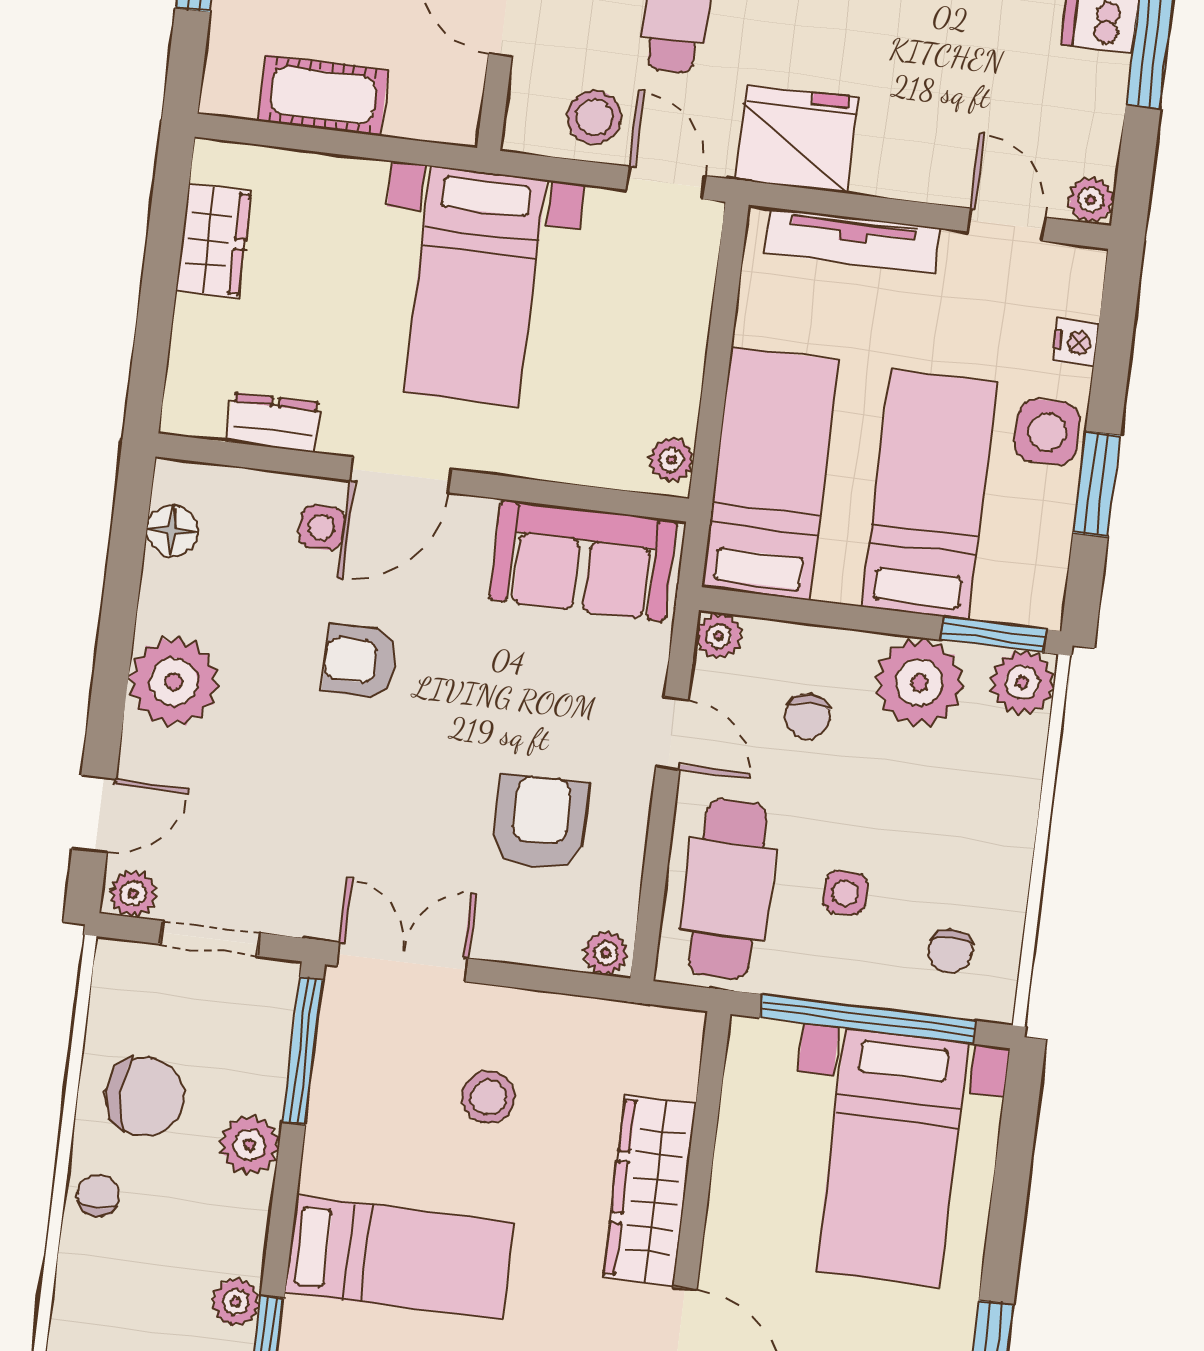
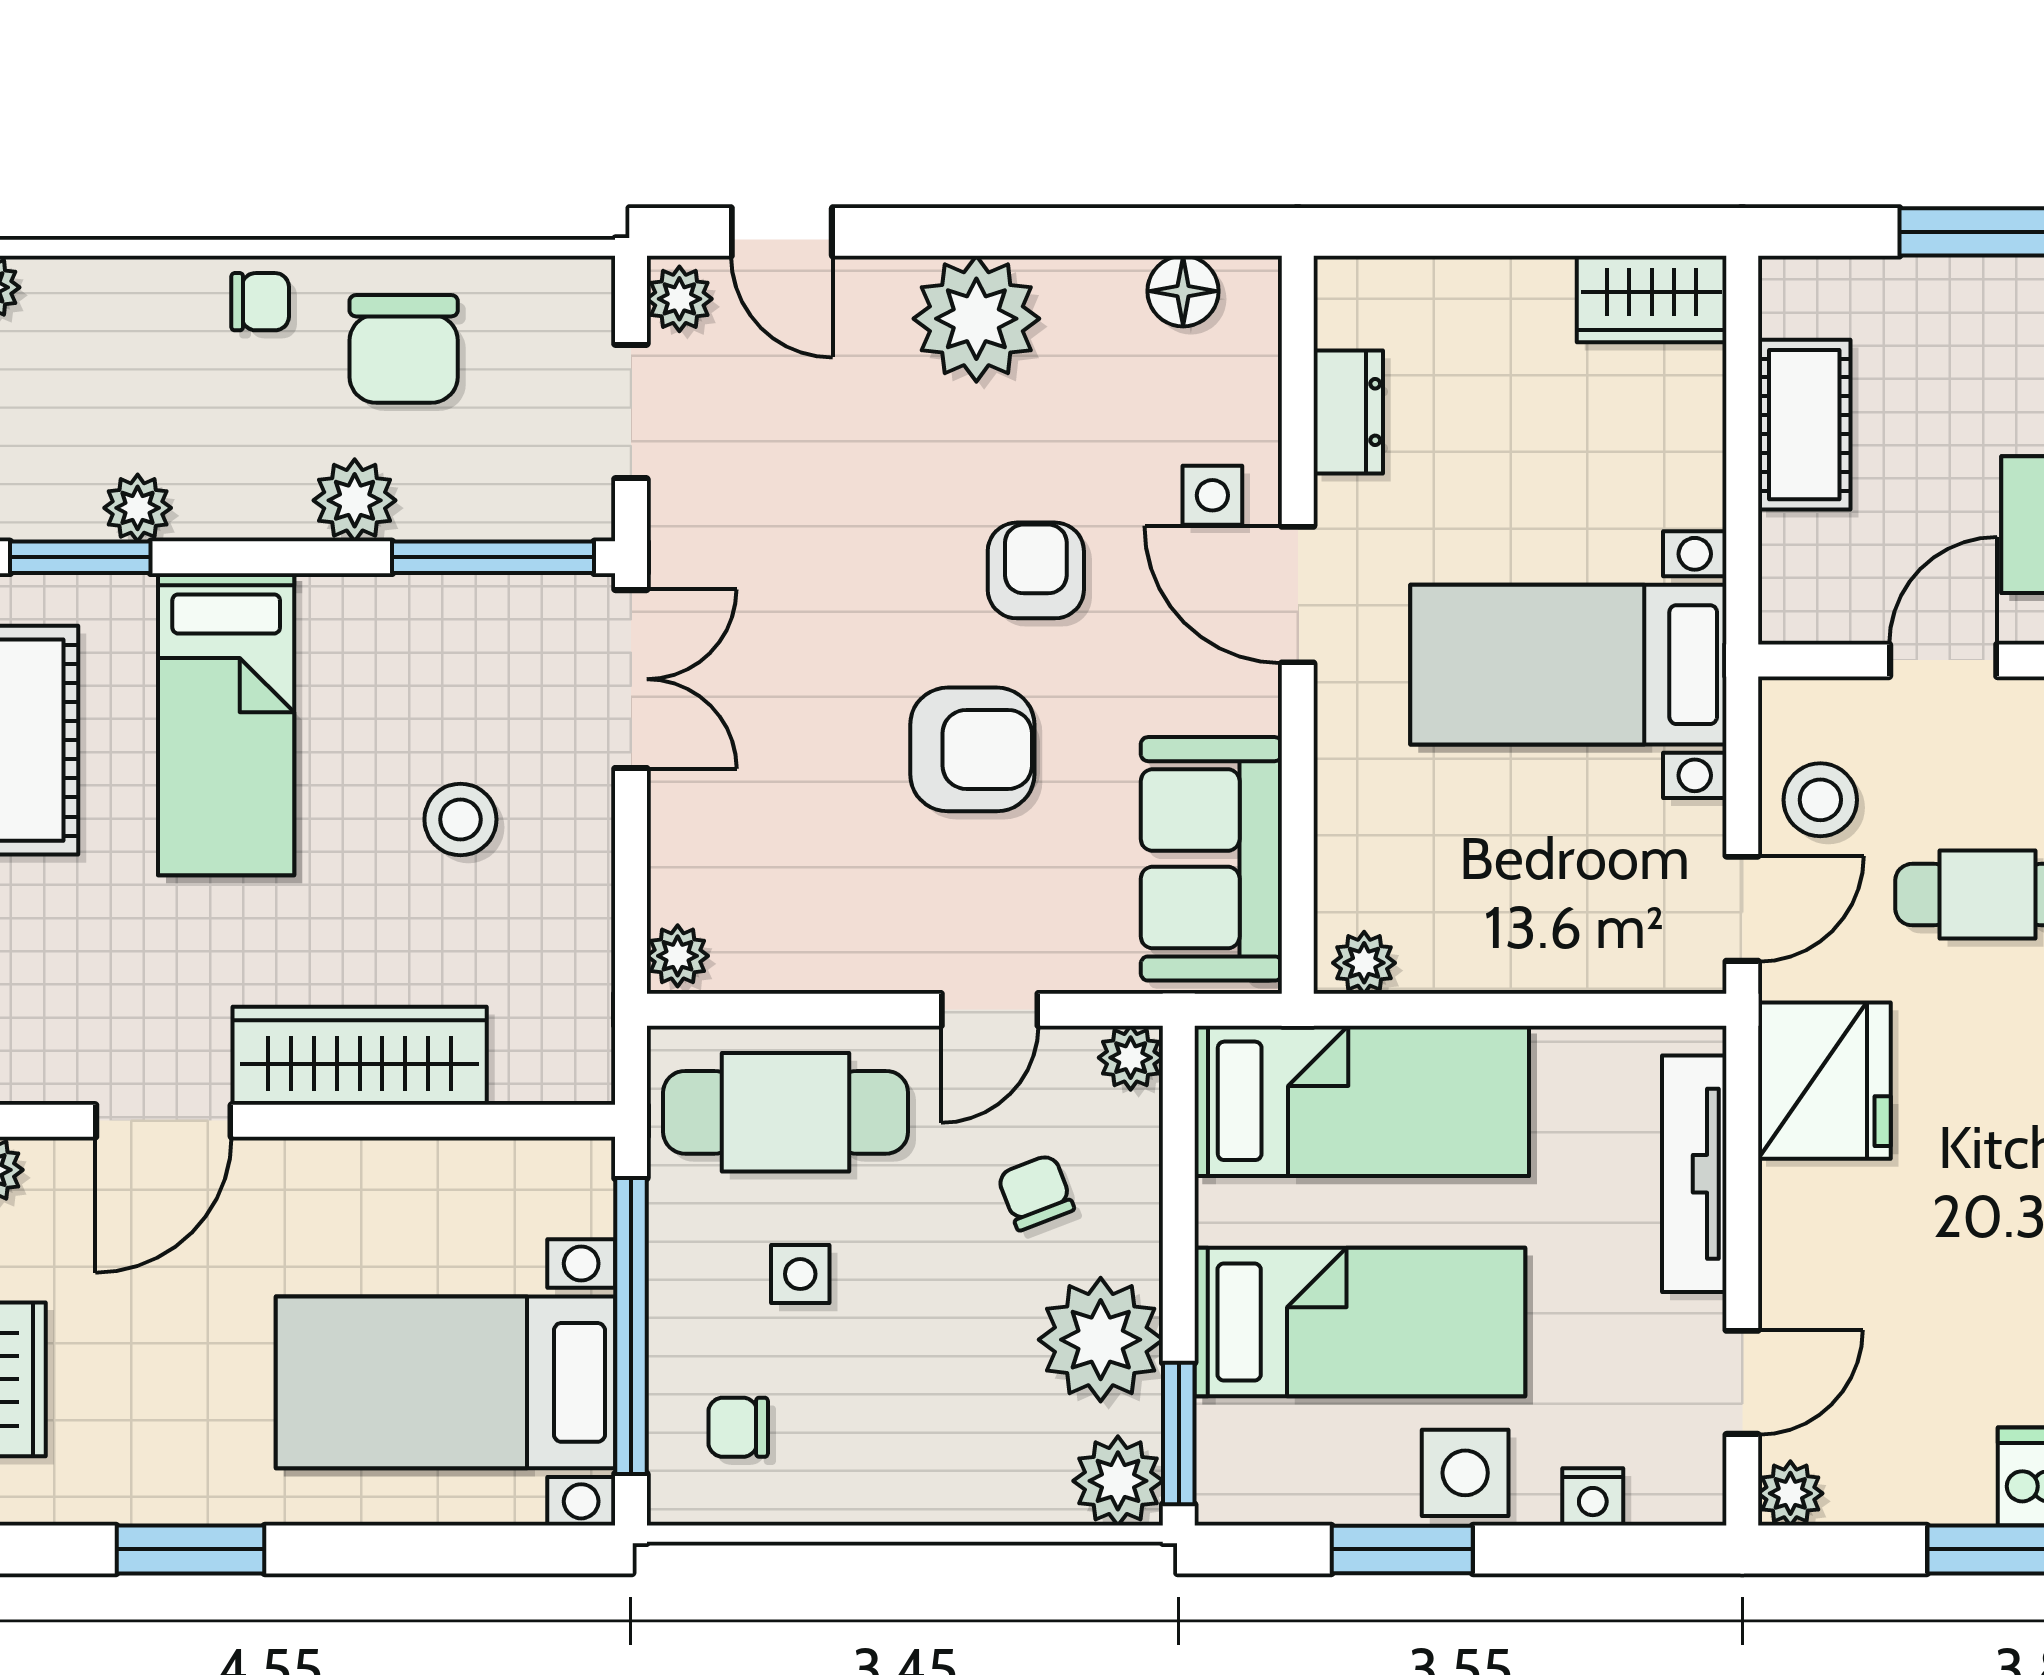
wardrobe: (213, 241) -> (1652, 299), moved
chair: (807, 716) -> (1036, 1192), turned 69
armchair: (540, 823) -> (972, 749), moved

